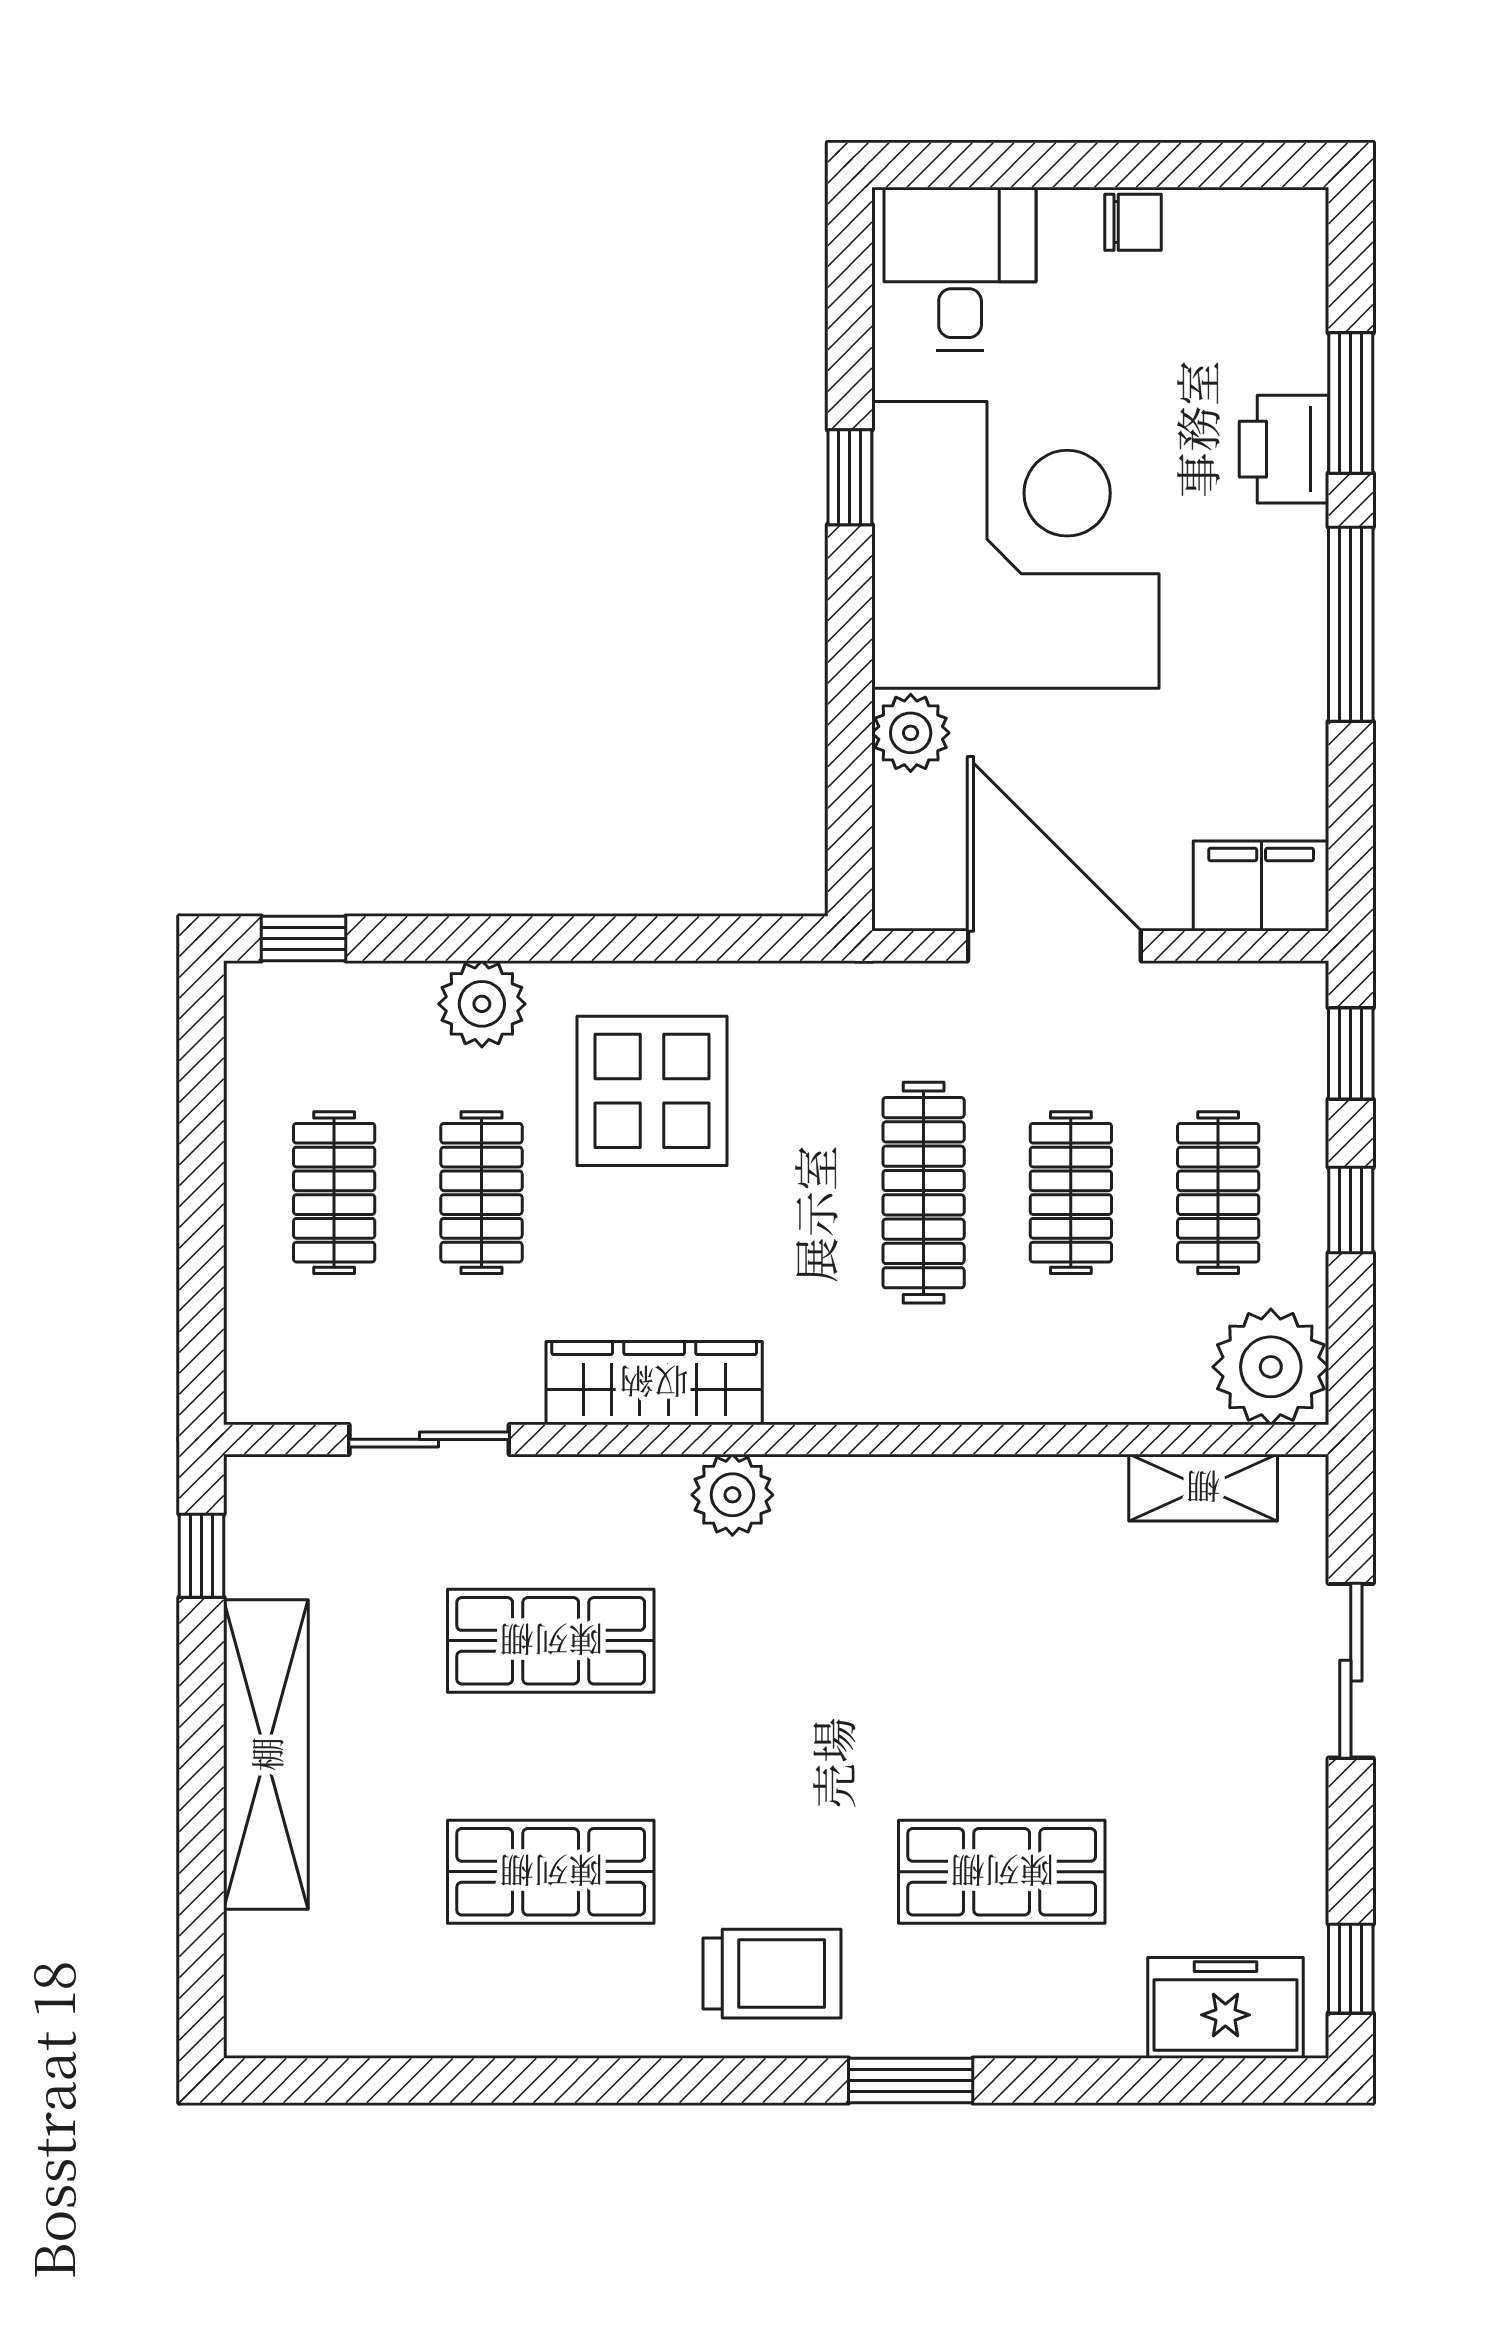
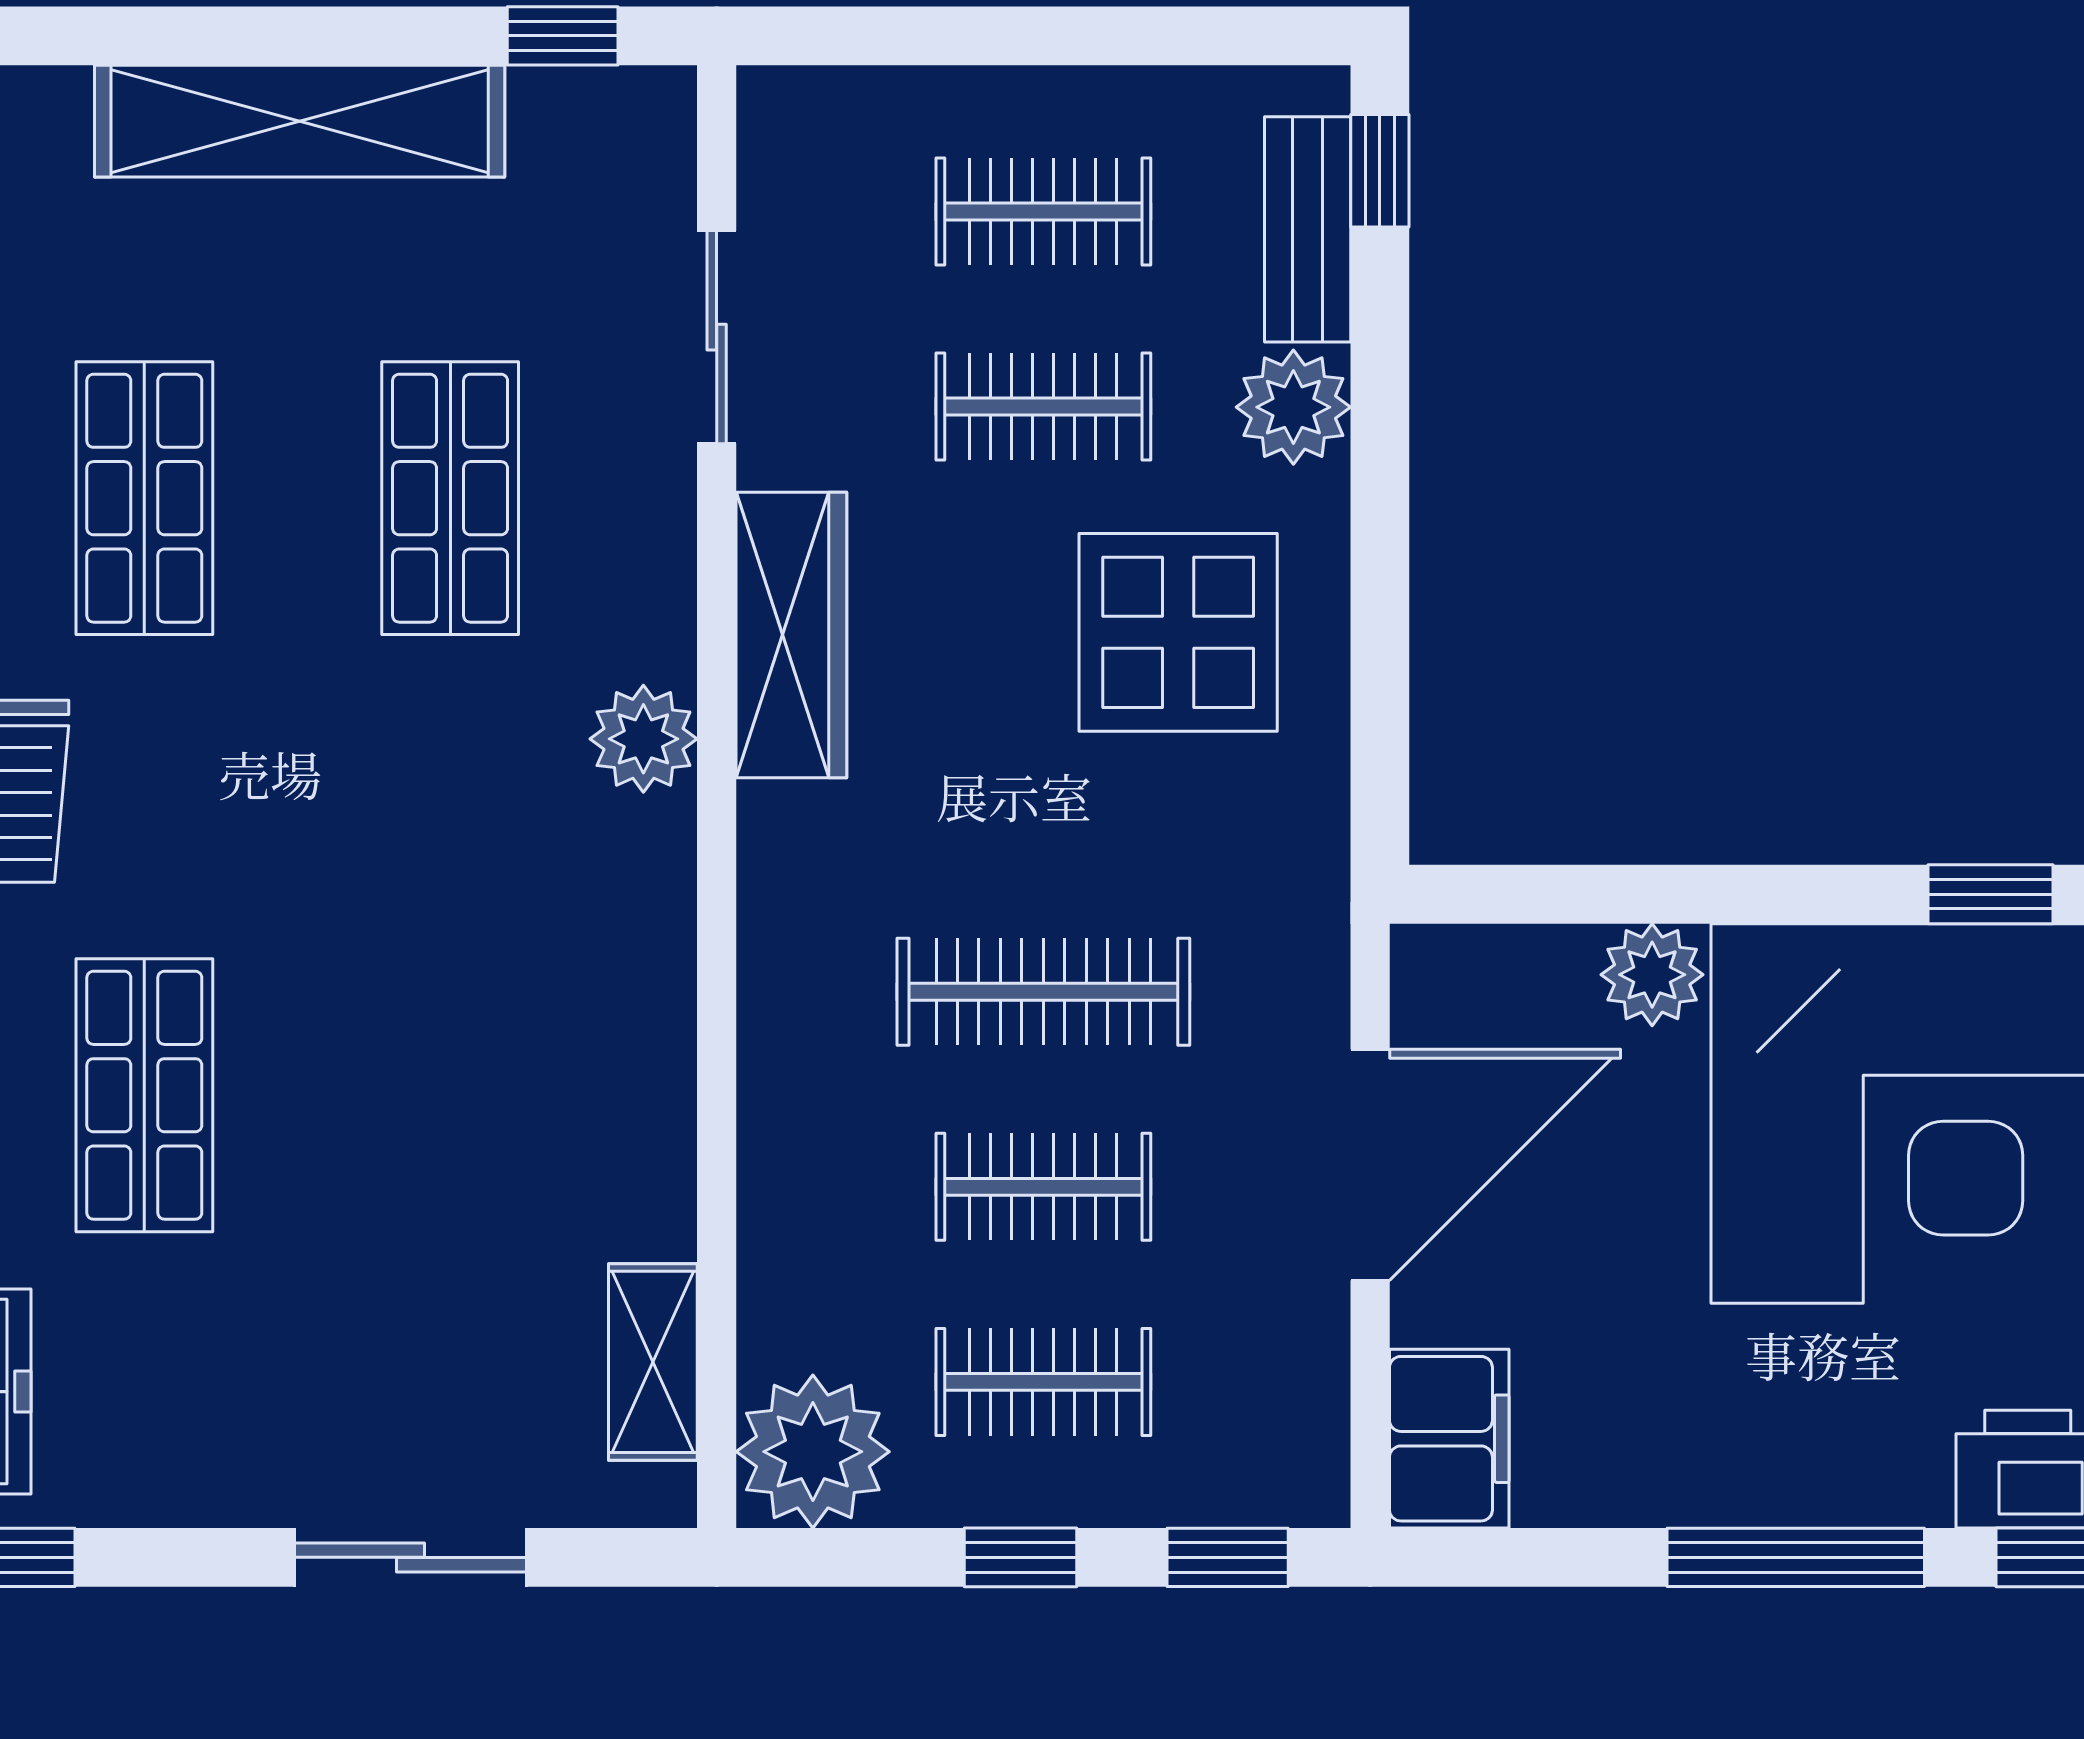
bench: (348, 993) -> (1308, 229), added

